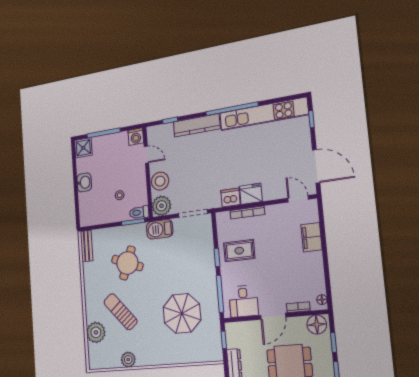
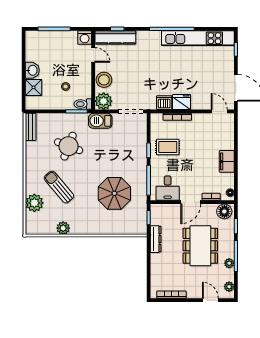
kitchen counter: (197, 125) -> (115, 37), moved
shower: (83, 148) -> (34, 87), moved
filing cabinet: (311, 237) -> (227, 161), moved

